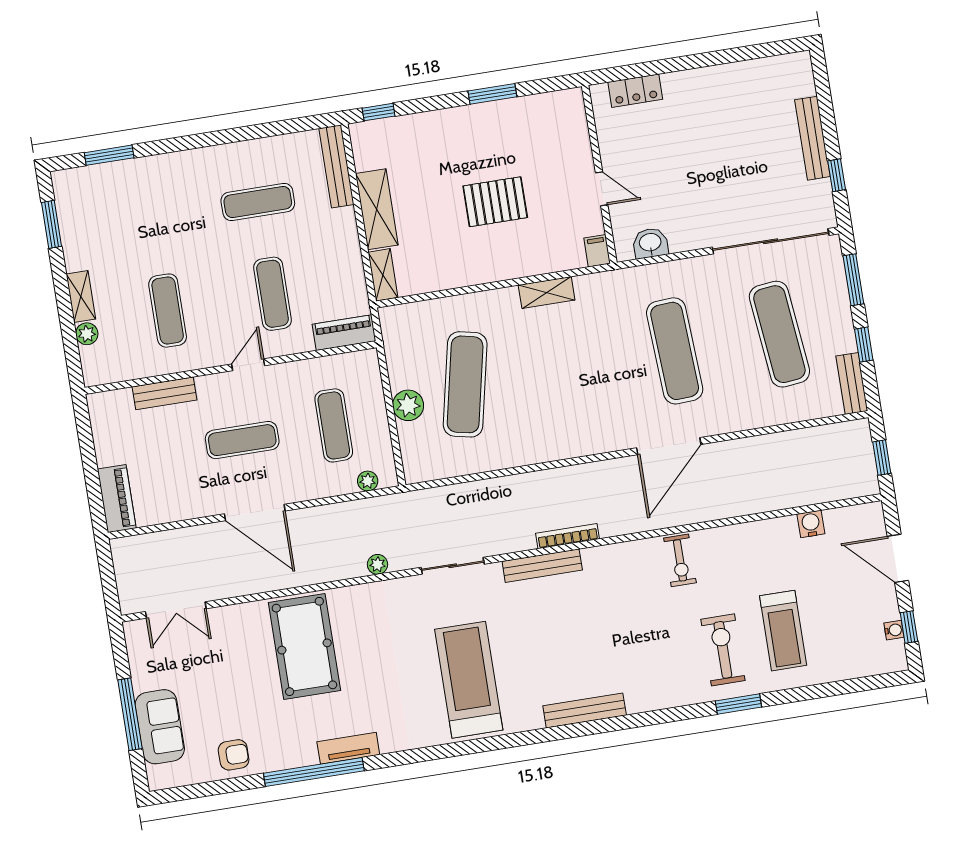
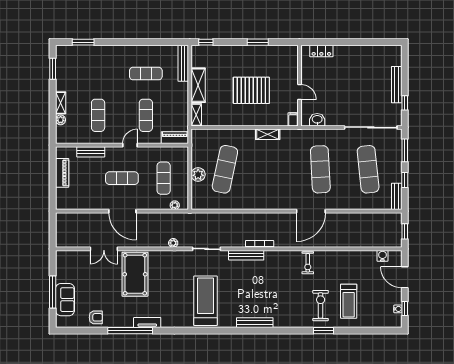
pallet: (495, 202) -> (251, 90), width x1.37, depth x1.41
piano: (117, 499) -> (62, 173), moved
water cooler: (811, 524) -> (382, 256), moved
double door: (176, 610) -> (104, 249), moved

